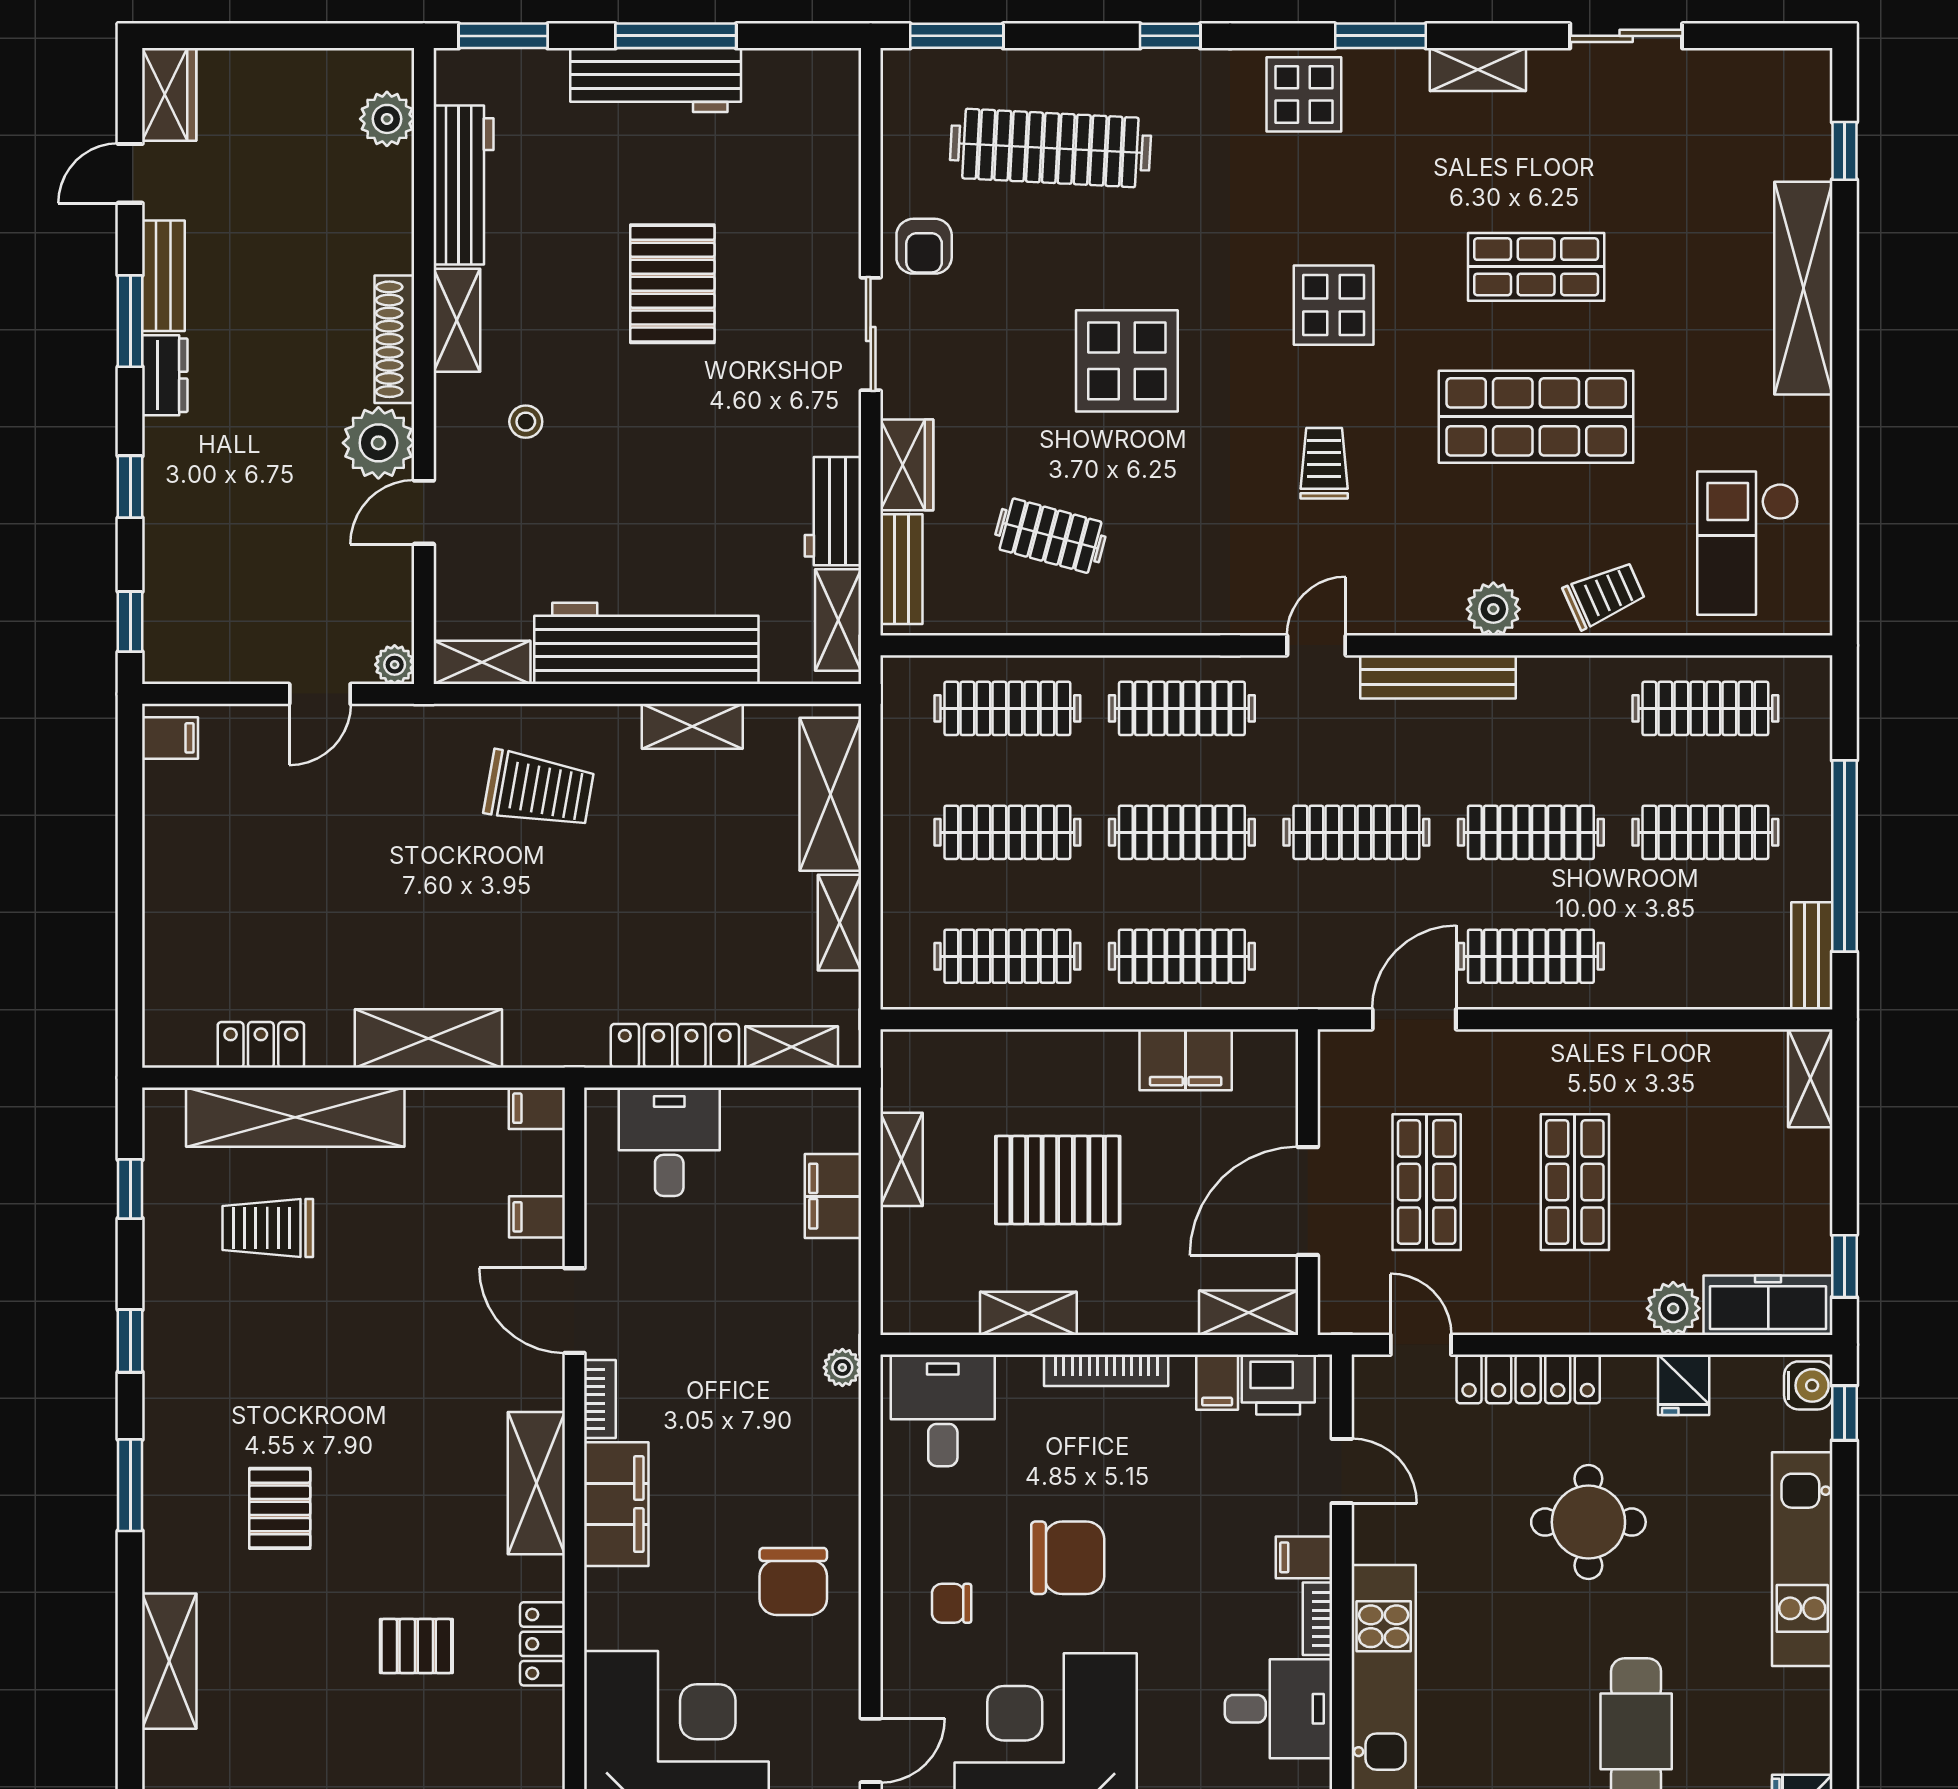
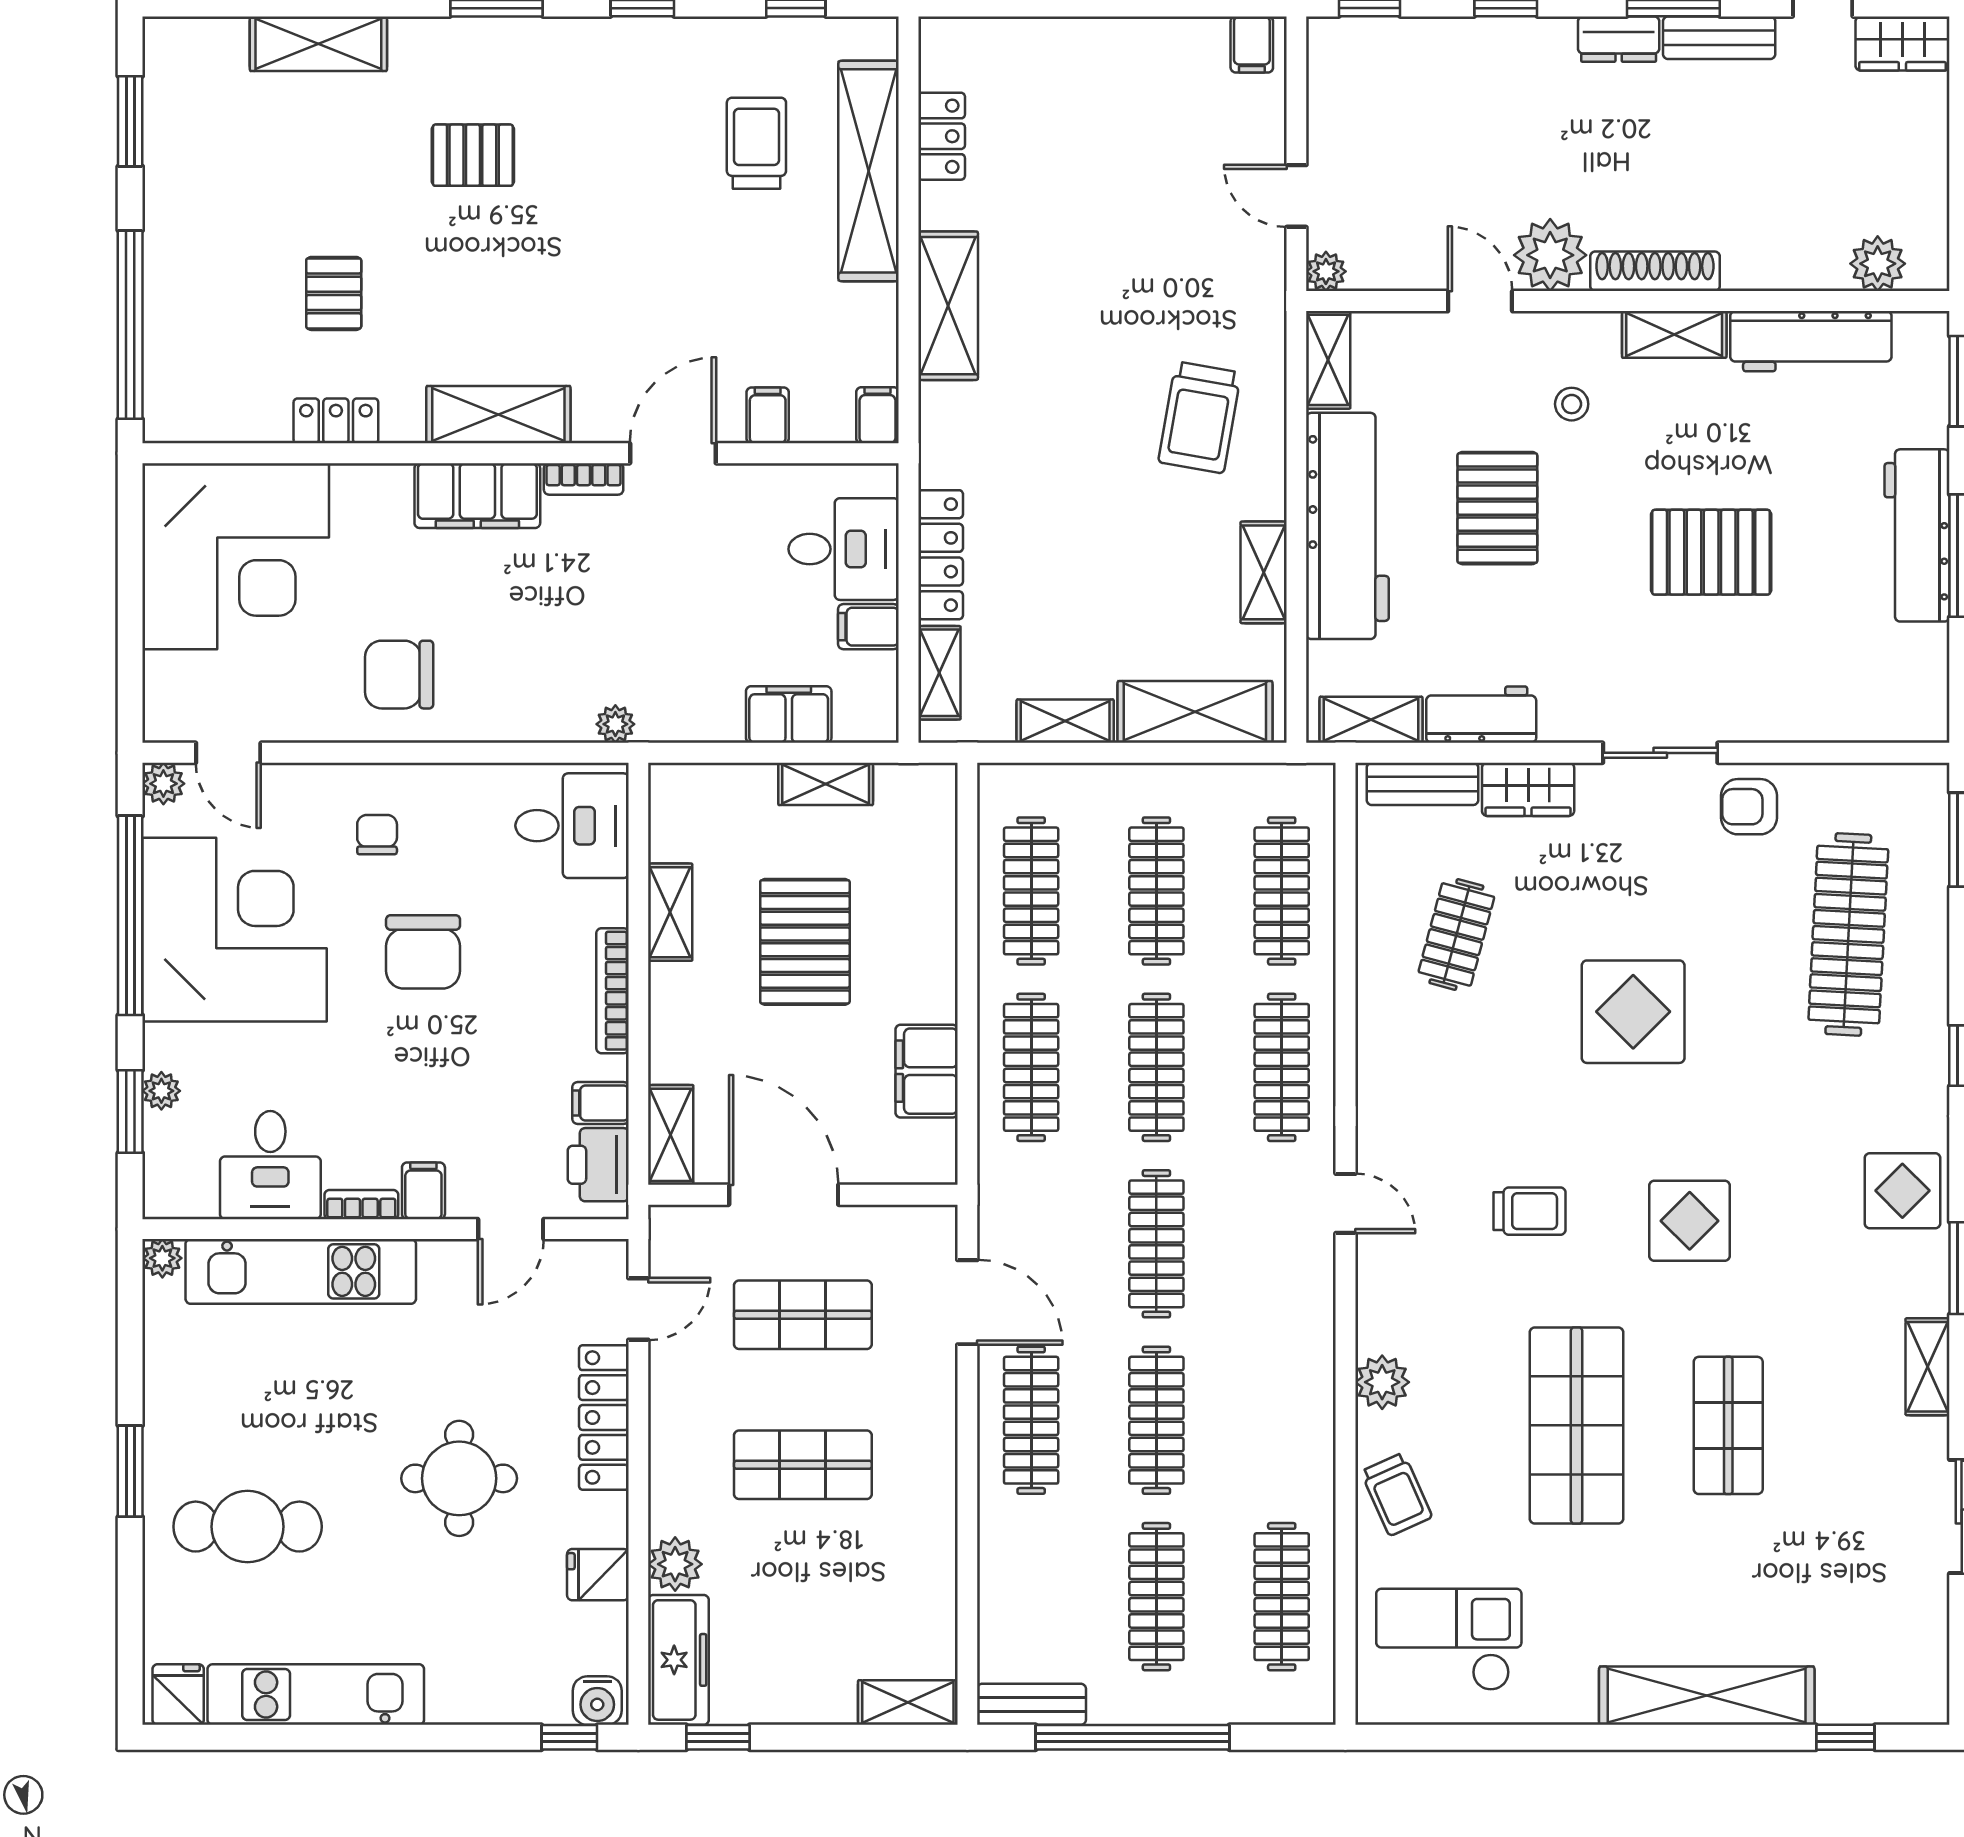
pallet: (629, 495) -> (1497, 508), added
bench: (1438, 677) -> (1314, 1326), removed
filing cabinet: (746, 1117) -> (868, 627), added
kitchen unit: (1802, 1559) -> (316, 1695), moved

